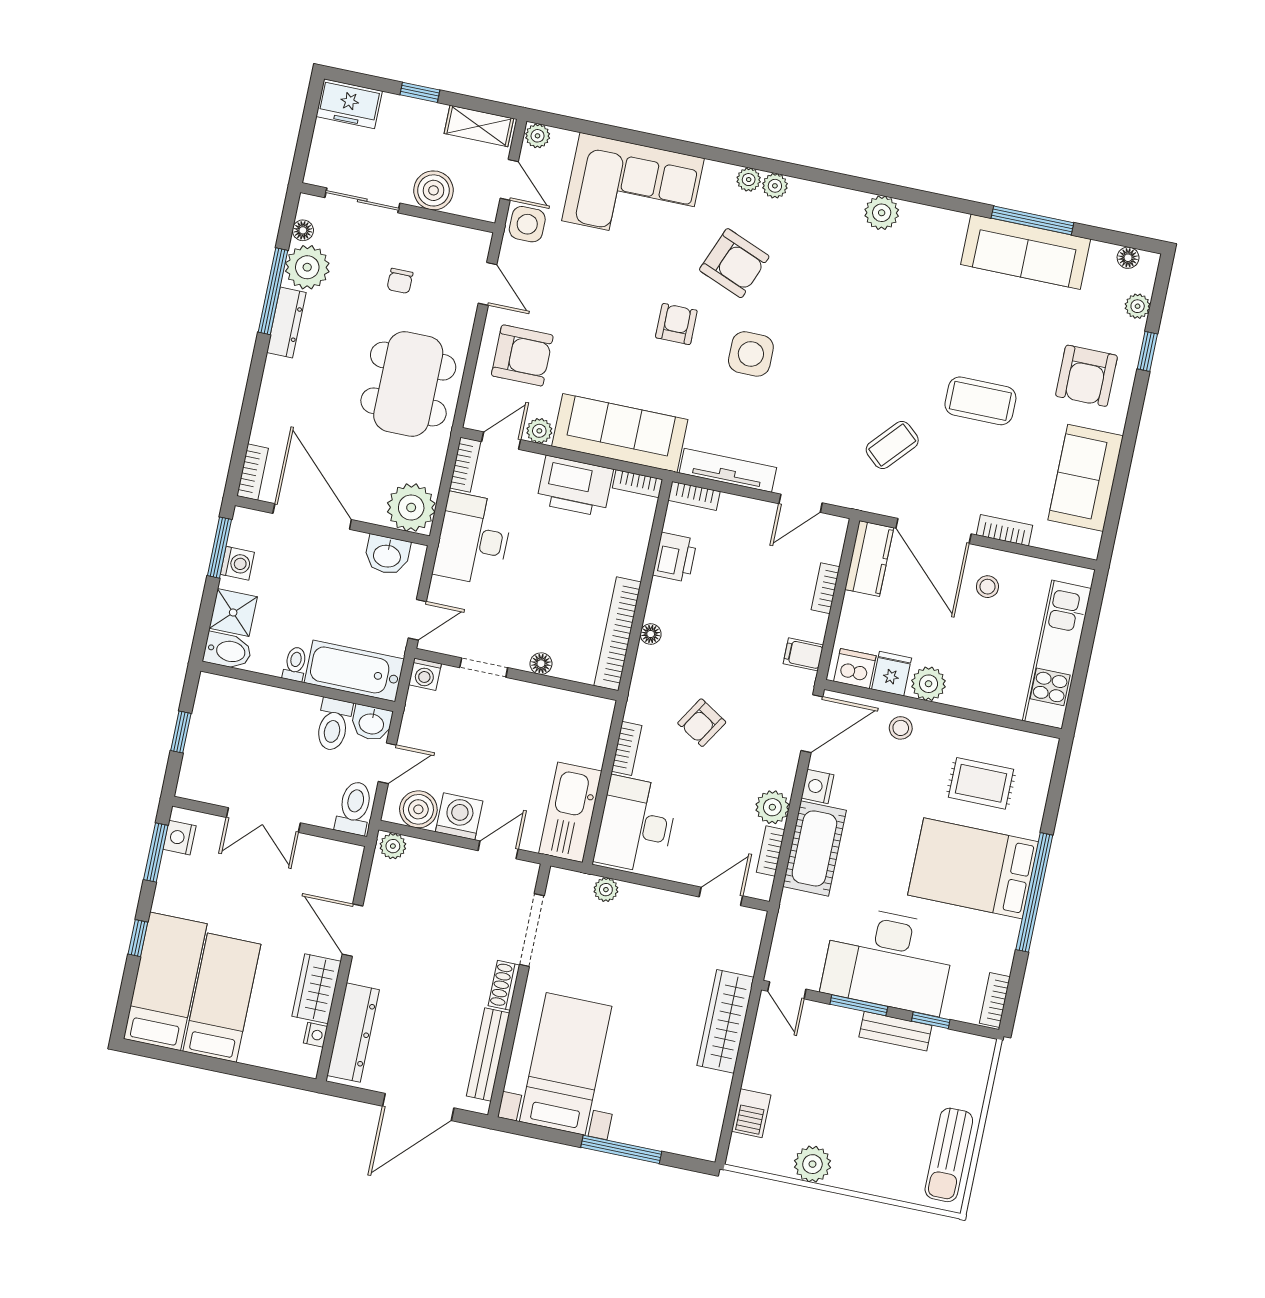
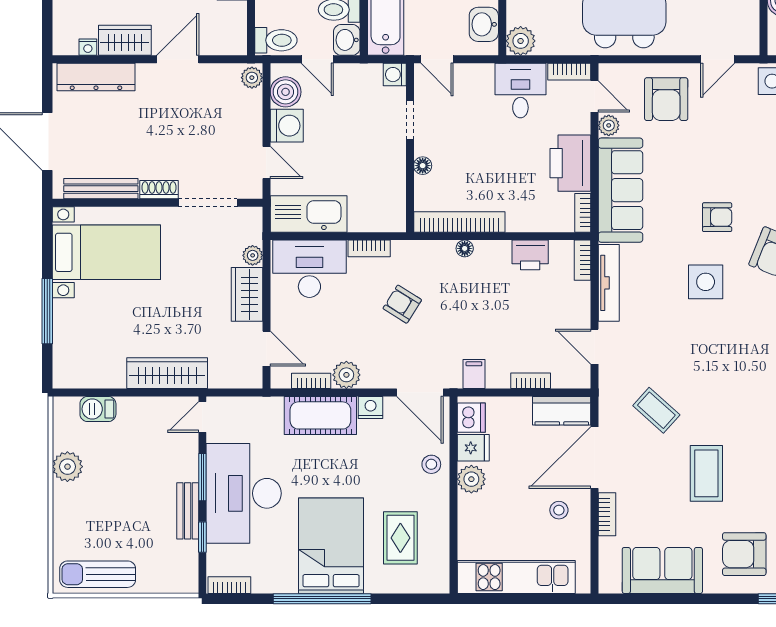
plant: (411, 508) -> (521, 41), width x0.73, depth x0.73
desk: (473, 539) -> (520, 91), width x0.73
wardrobe: (651, 906) -> (247, 294), added

